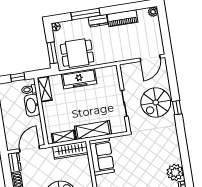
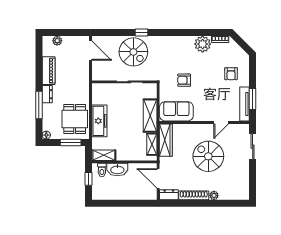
plant: (153, 12) -> (57, 41), moved
armchair: (135, 159) -> (184, 80), added

